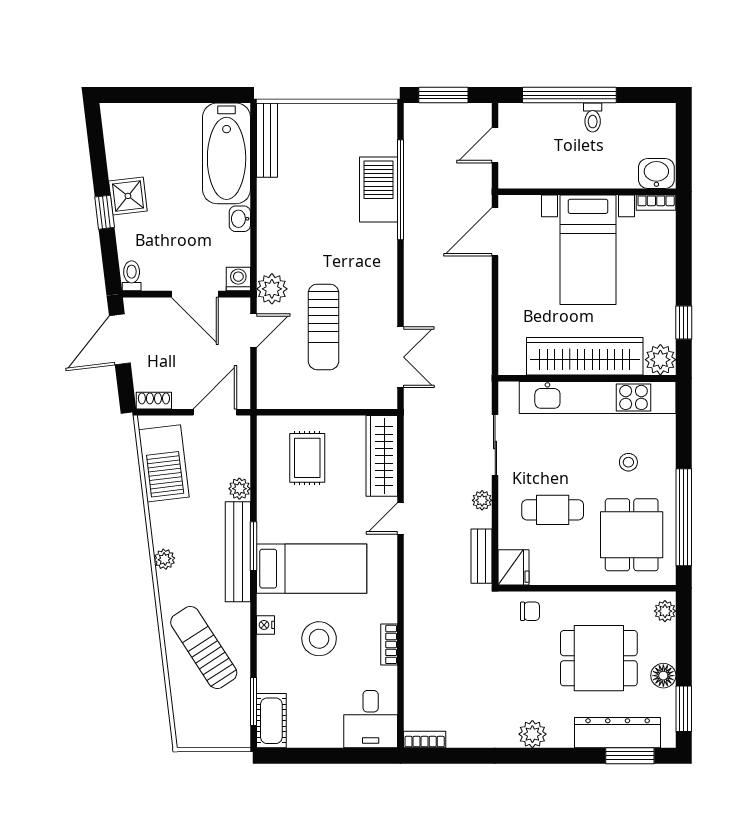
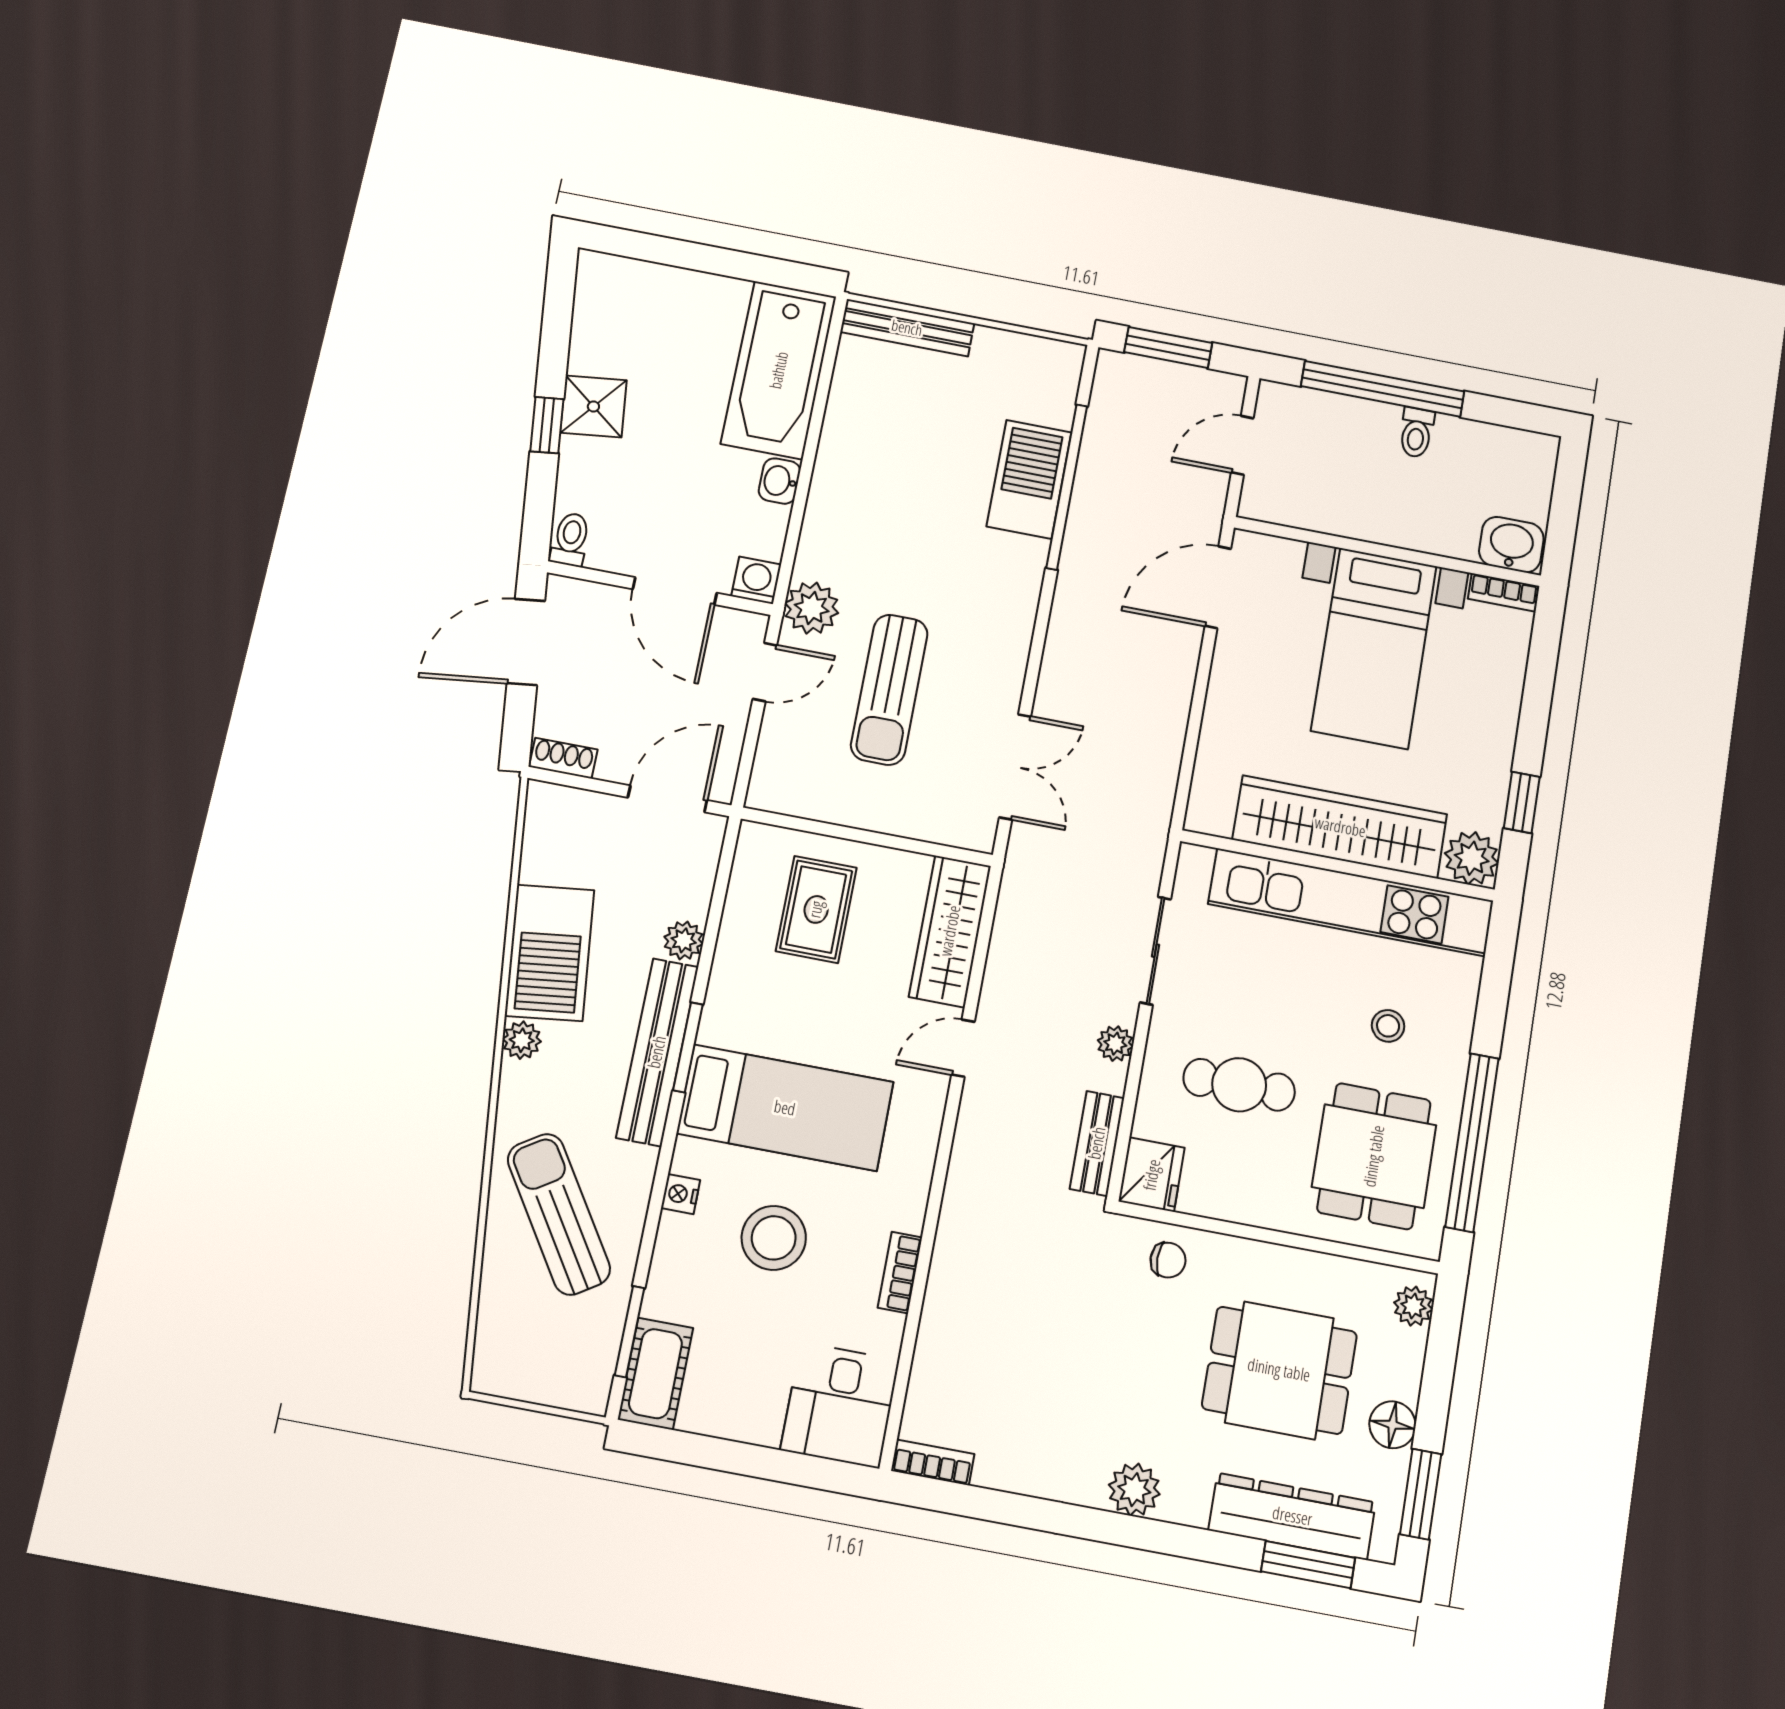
bench: (267, 140) -> (907, 328), moved, turned 90
barbecue: (164, 463) -> (550, 953), moved

